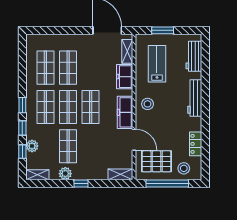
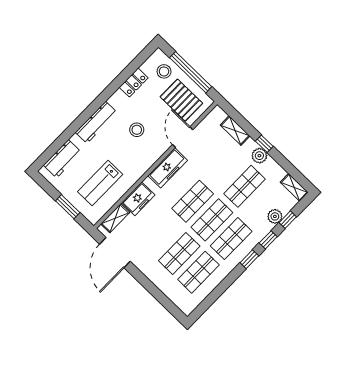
stool: (148, 104) -> (137, 130), moved
plant: (65, 174) -> (259, 156), moved
shelving: (120, 174) -> (235, 130), moved

